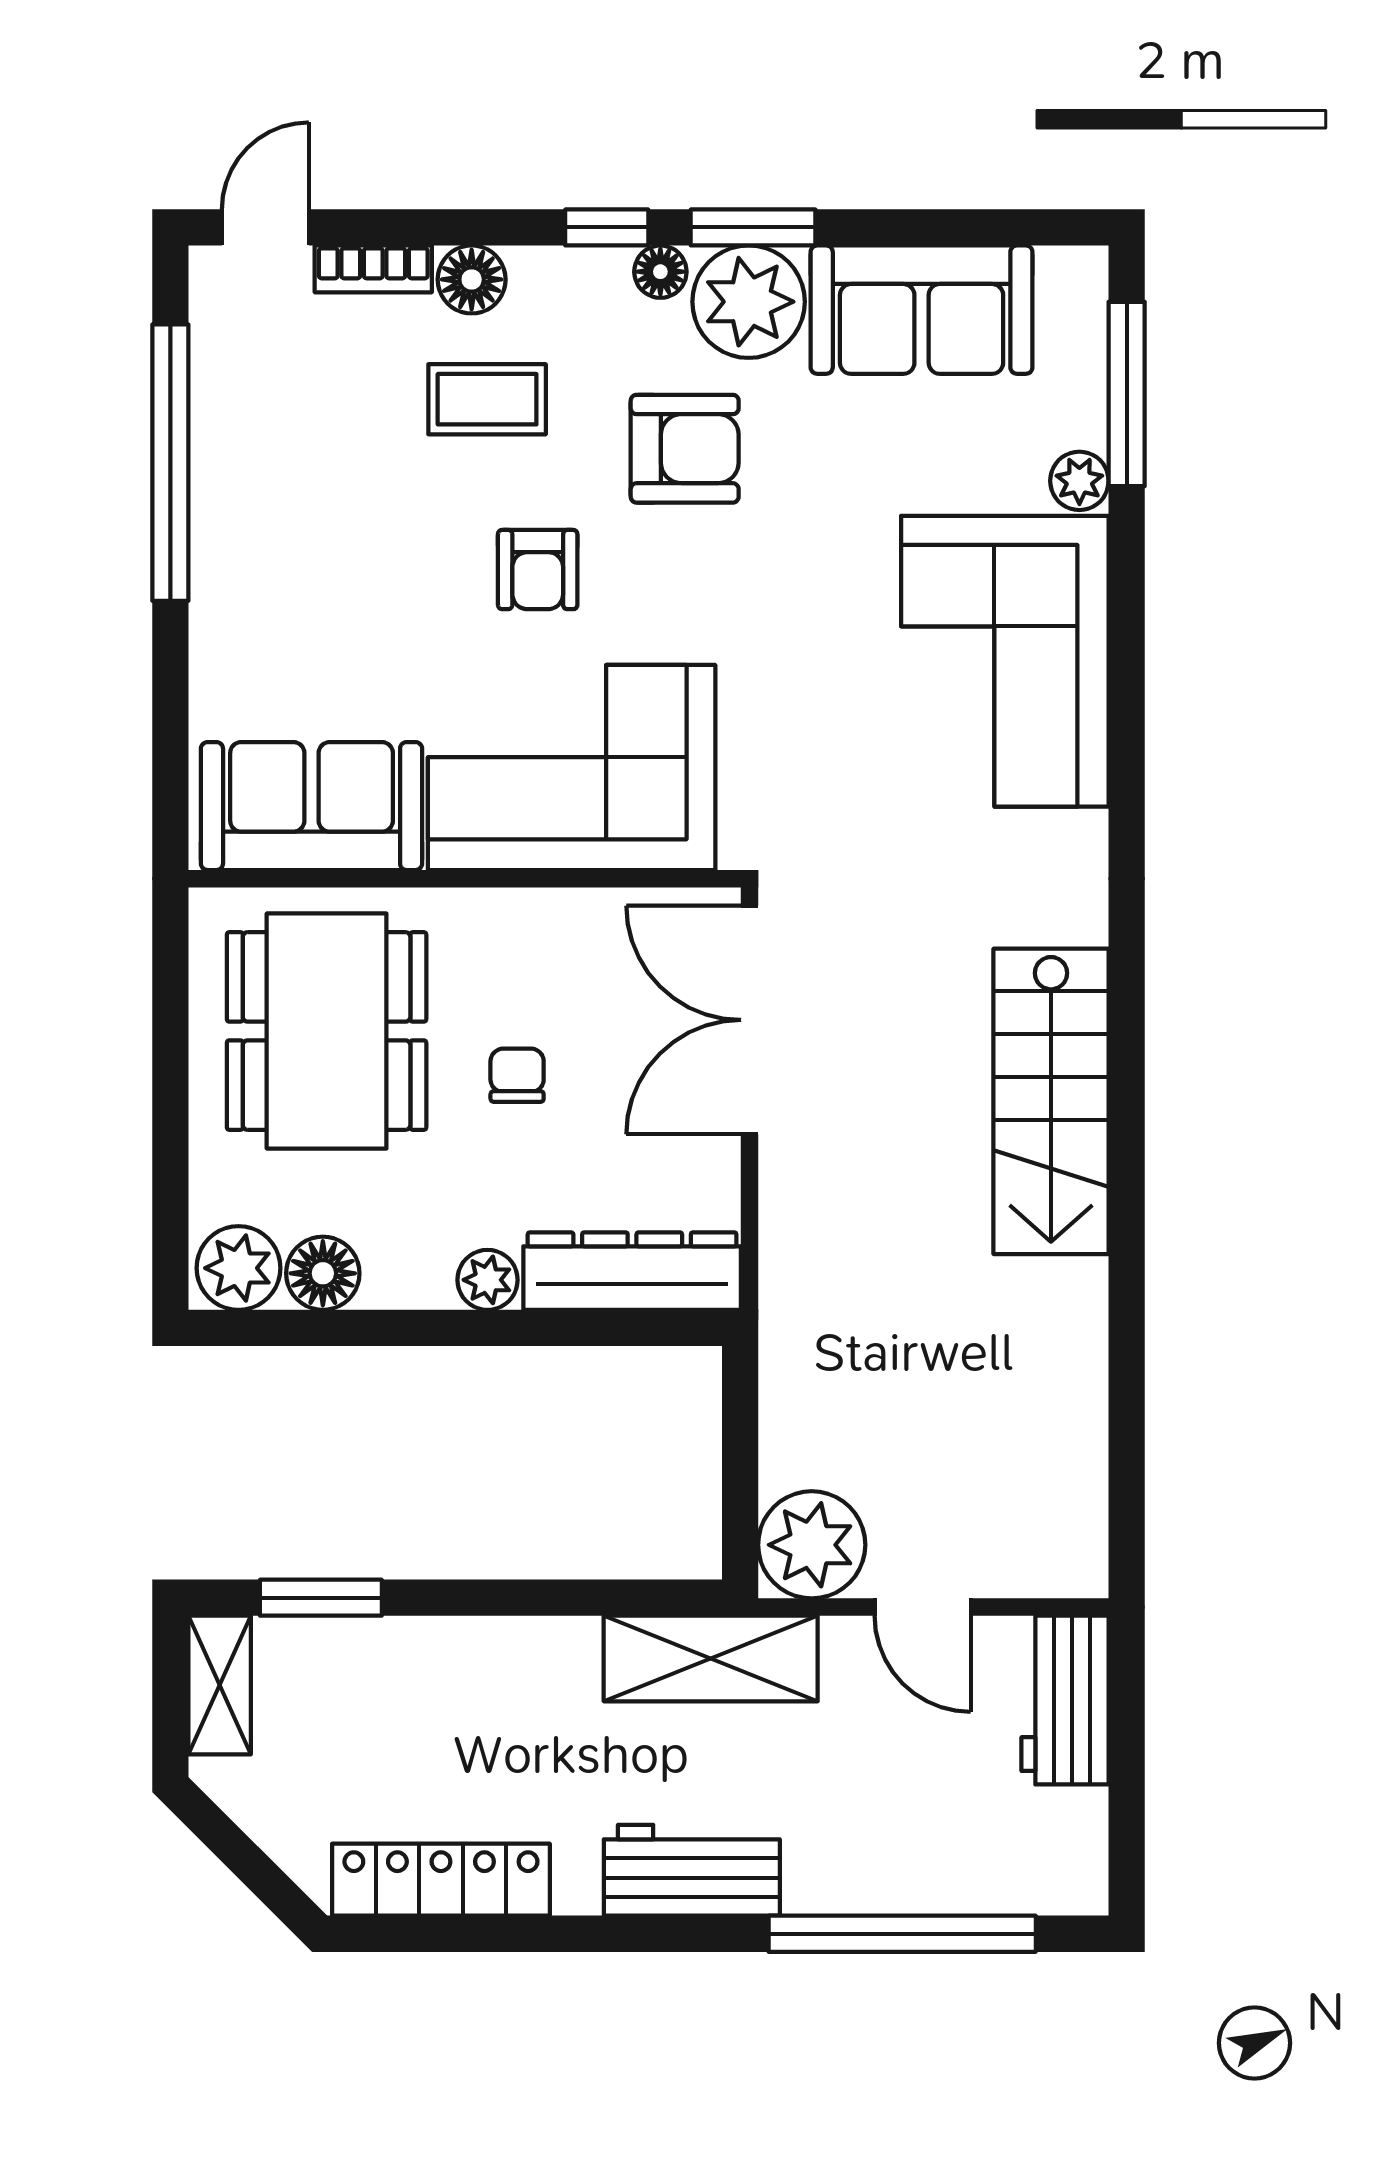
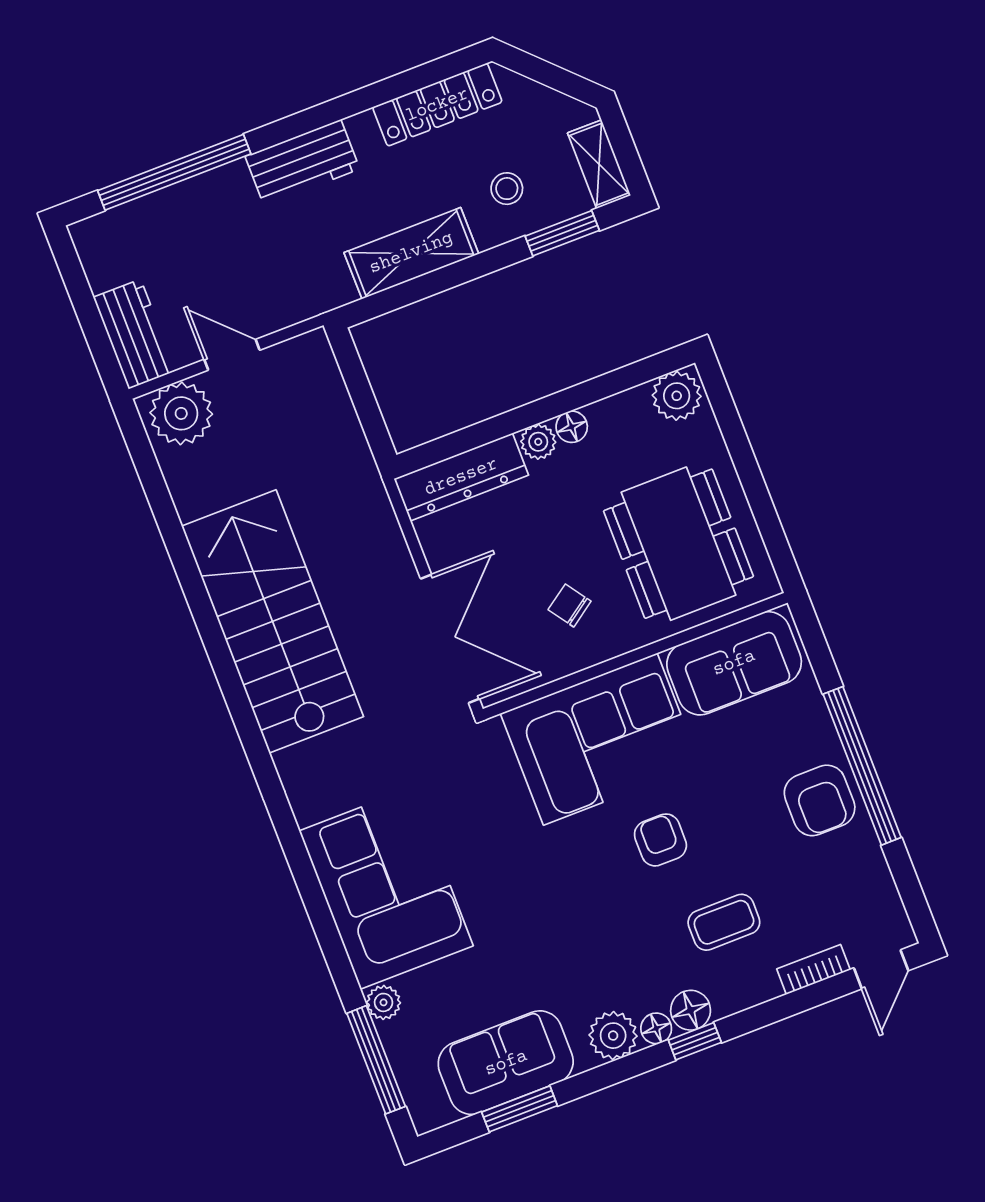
window: (753, 227) -> (520, 1109), moved
floor lamp: (472, 279) -> (691, 1010), moved
plant: (749, 302) -> (613, 1036), width x0.73, depth x0.73
armchair: (685, 449) -> (820, 800), moved, turned -90
window: (170, 463) -> (862, 766), moved
chair: (517, 1075) -> (570, 605), moved, turned 145
stairs: (1051, 1101) -> (273, 621), width x1.36, depth x1.51
floor lamp: (323, 1273) -> (572, 427), moved, width x0.73, depth x0.73
plant: (812, 1545) -> (181, 413), moved
shelving: (711, 1658) -> (411, 253), moved
stool: (382, 1703) -> (507, 189), added

